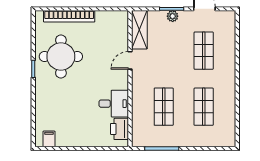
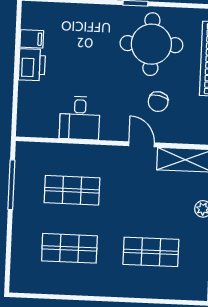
chair: (100, 50) -> (158, 102), added
printer: (119, 129) -> (32, 65), moved, turned 90
filing cabinet: (49, 139) -> (32, 39), moved

